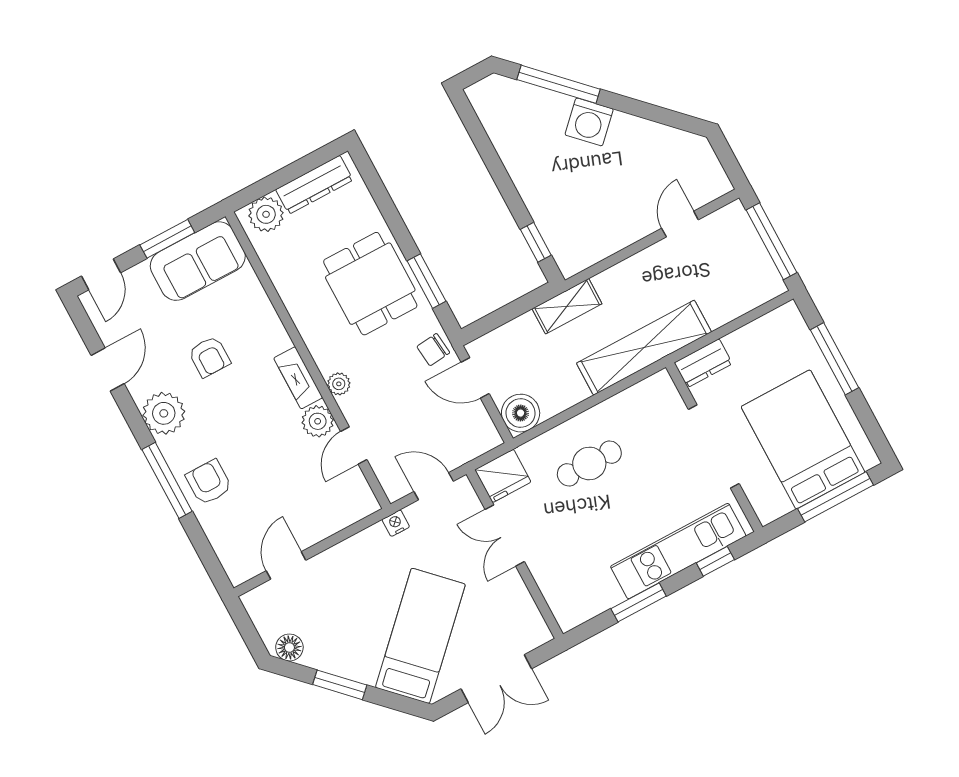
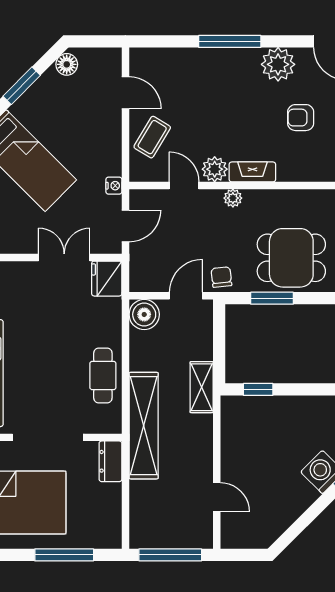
cafe table: (589, 463) -> (103, 375), moved
armchair: (209, 482) -> (213, 70), removed
coffee table: (319, 510) -> (152, 137), added

